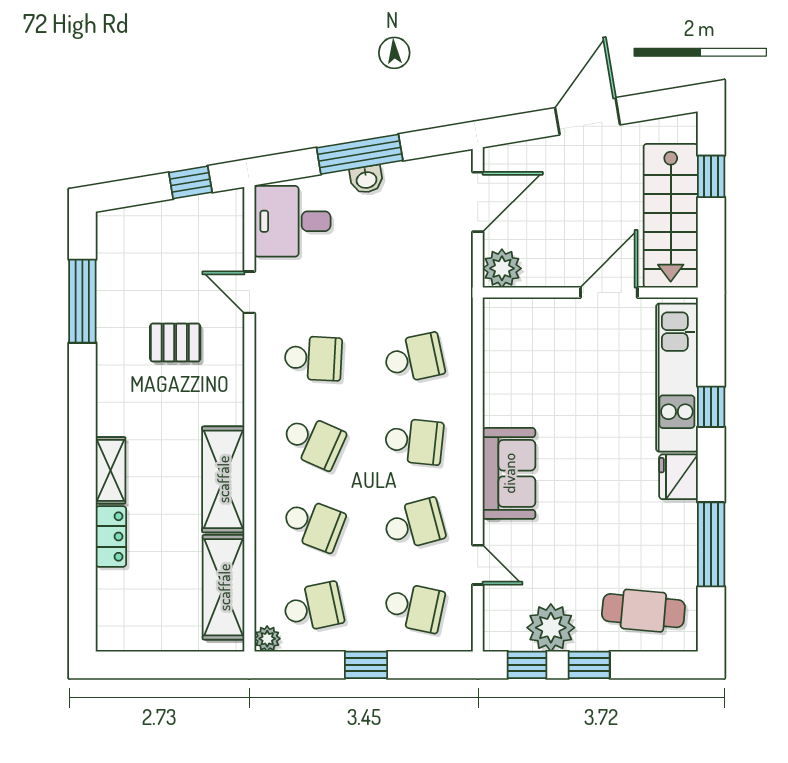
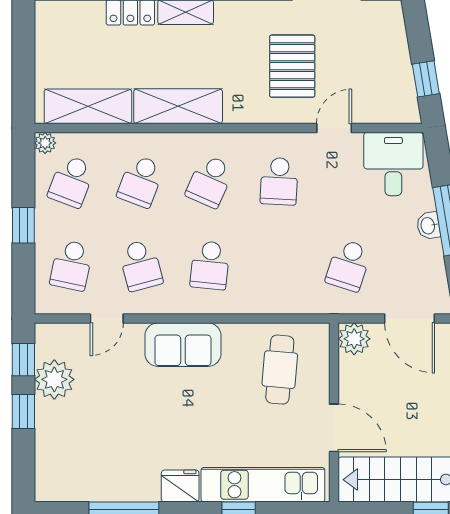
pallet: (175, 343) -> (292, 66), width x1.50, depth x1.42
school desk: (414, 358) -> (348, 265), moved, turned 30
school desk: (313, 607) -> (71, 181), turned 33
cafe table: (643, 611) -> (280, 370), moved

